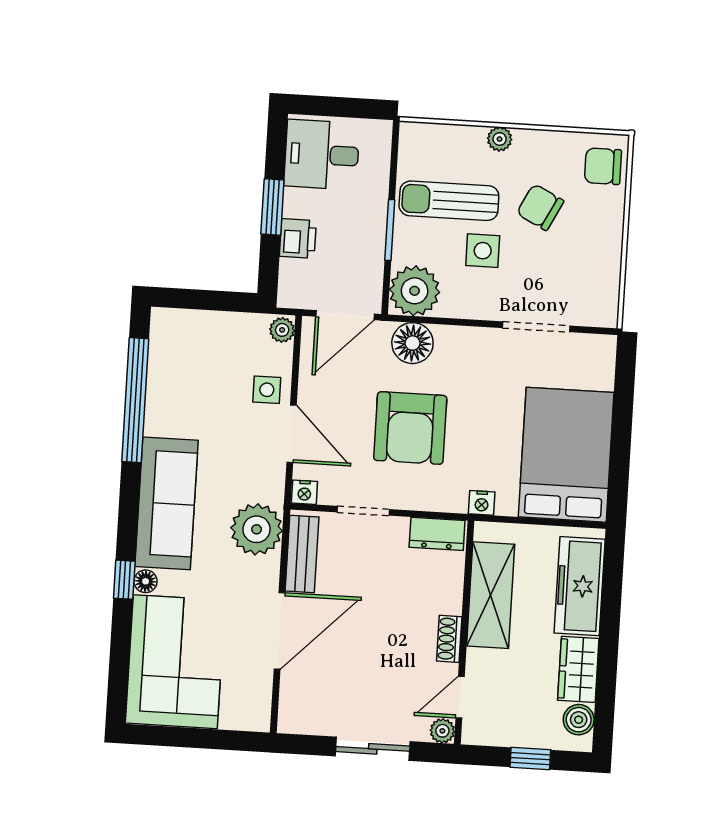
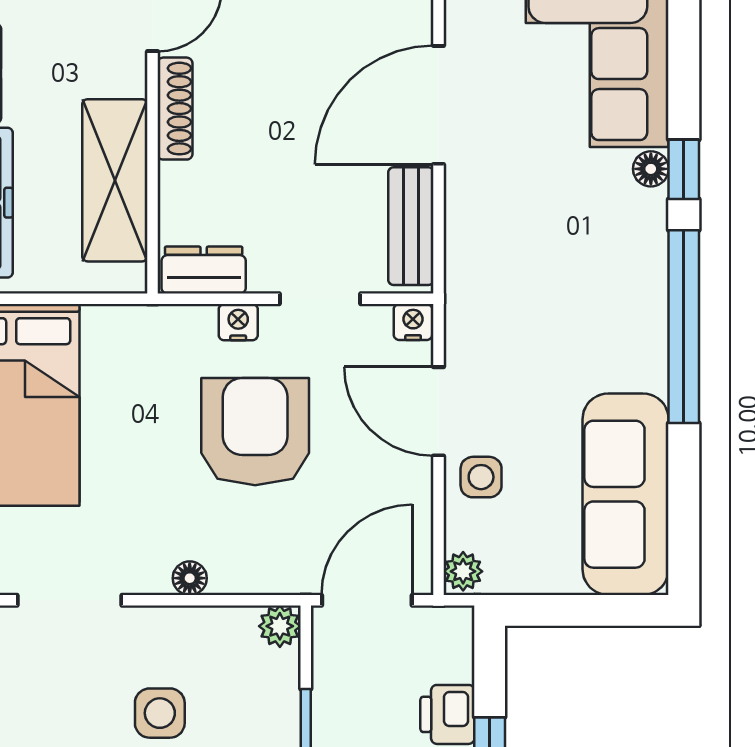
plant: (415, 291) -> (280, 626), width x0.53, depth x0.53
floor lamp: (412, 343) -> (190, 578), moved, width x0.53, depth x0.53
window: (135, 400) -> (684, 327), moved
sofa: (167, 503) -> (626, 494), moved
nightstand: (482, 503) -> (238, 322), moved
plant: (257, 529) -> (484, 260), removed
shoe rack: (449, 639) -> (175, 109), width x1.43

